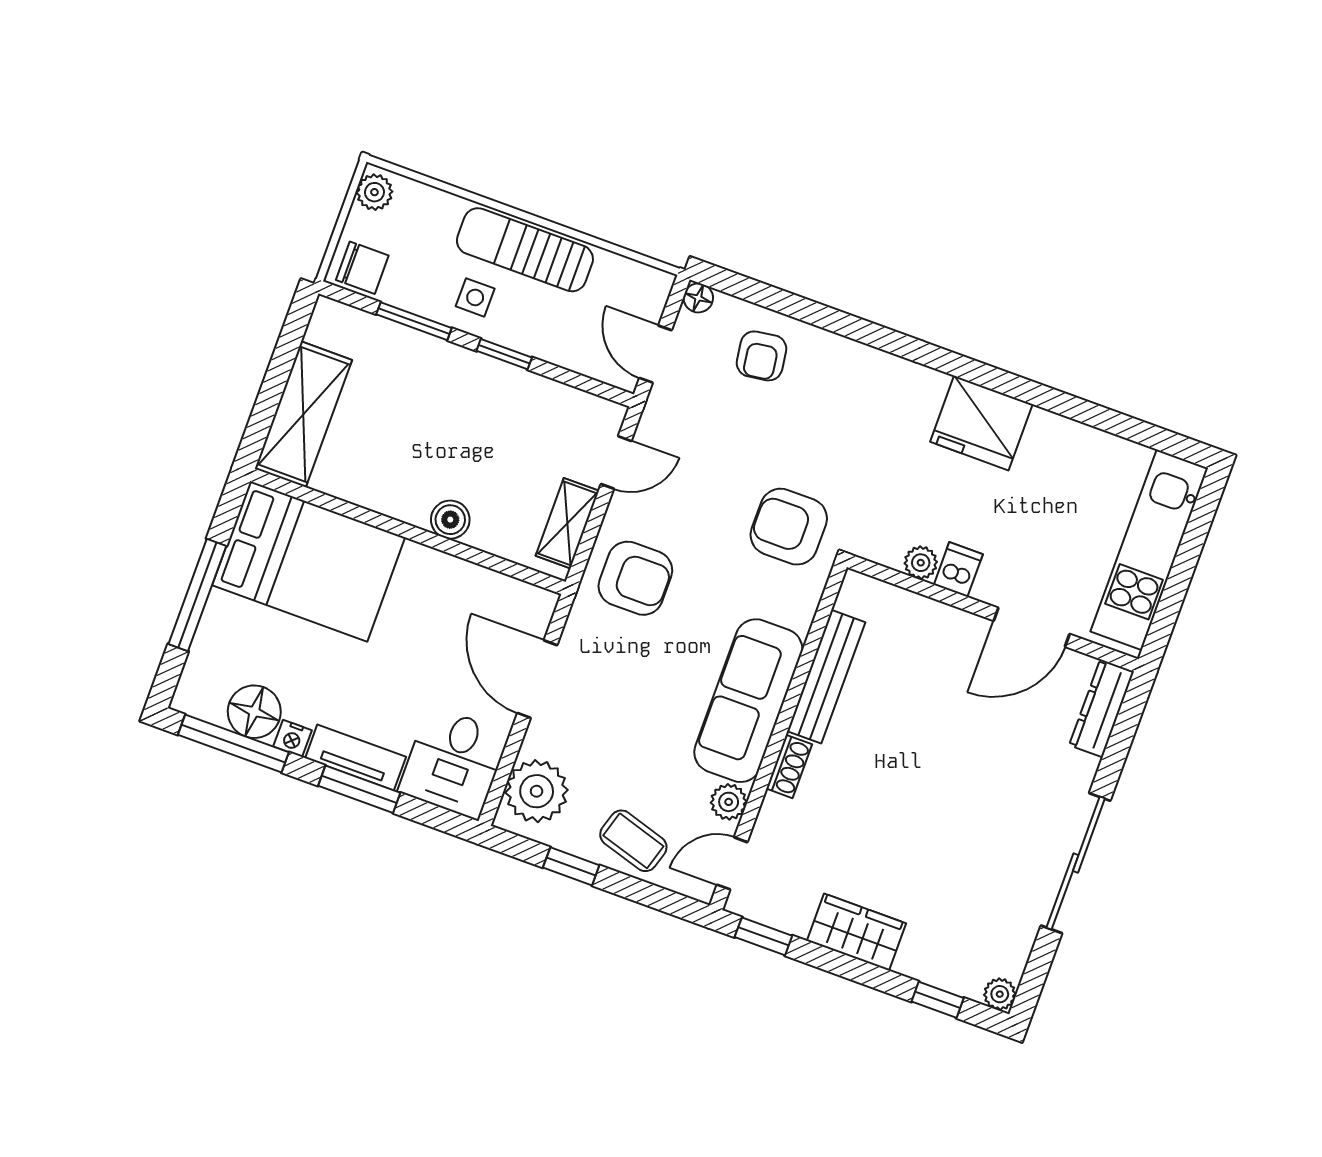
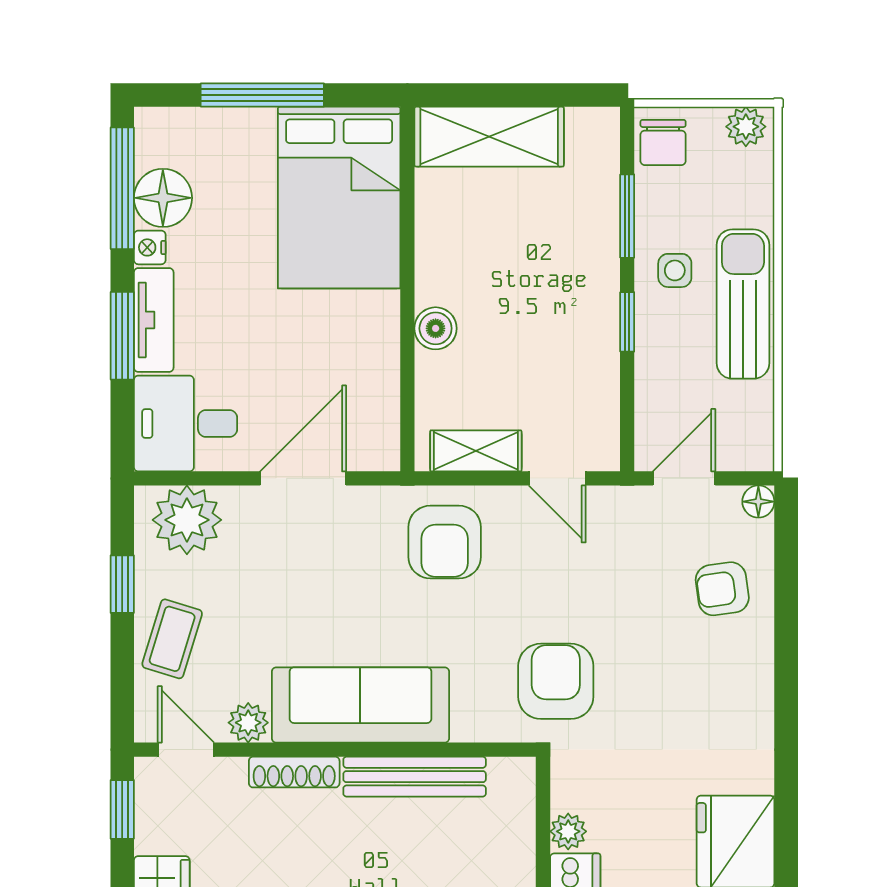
shoe rack: (789, 766) -> (294, 772), width x1.43

